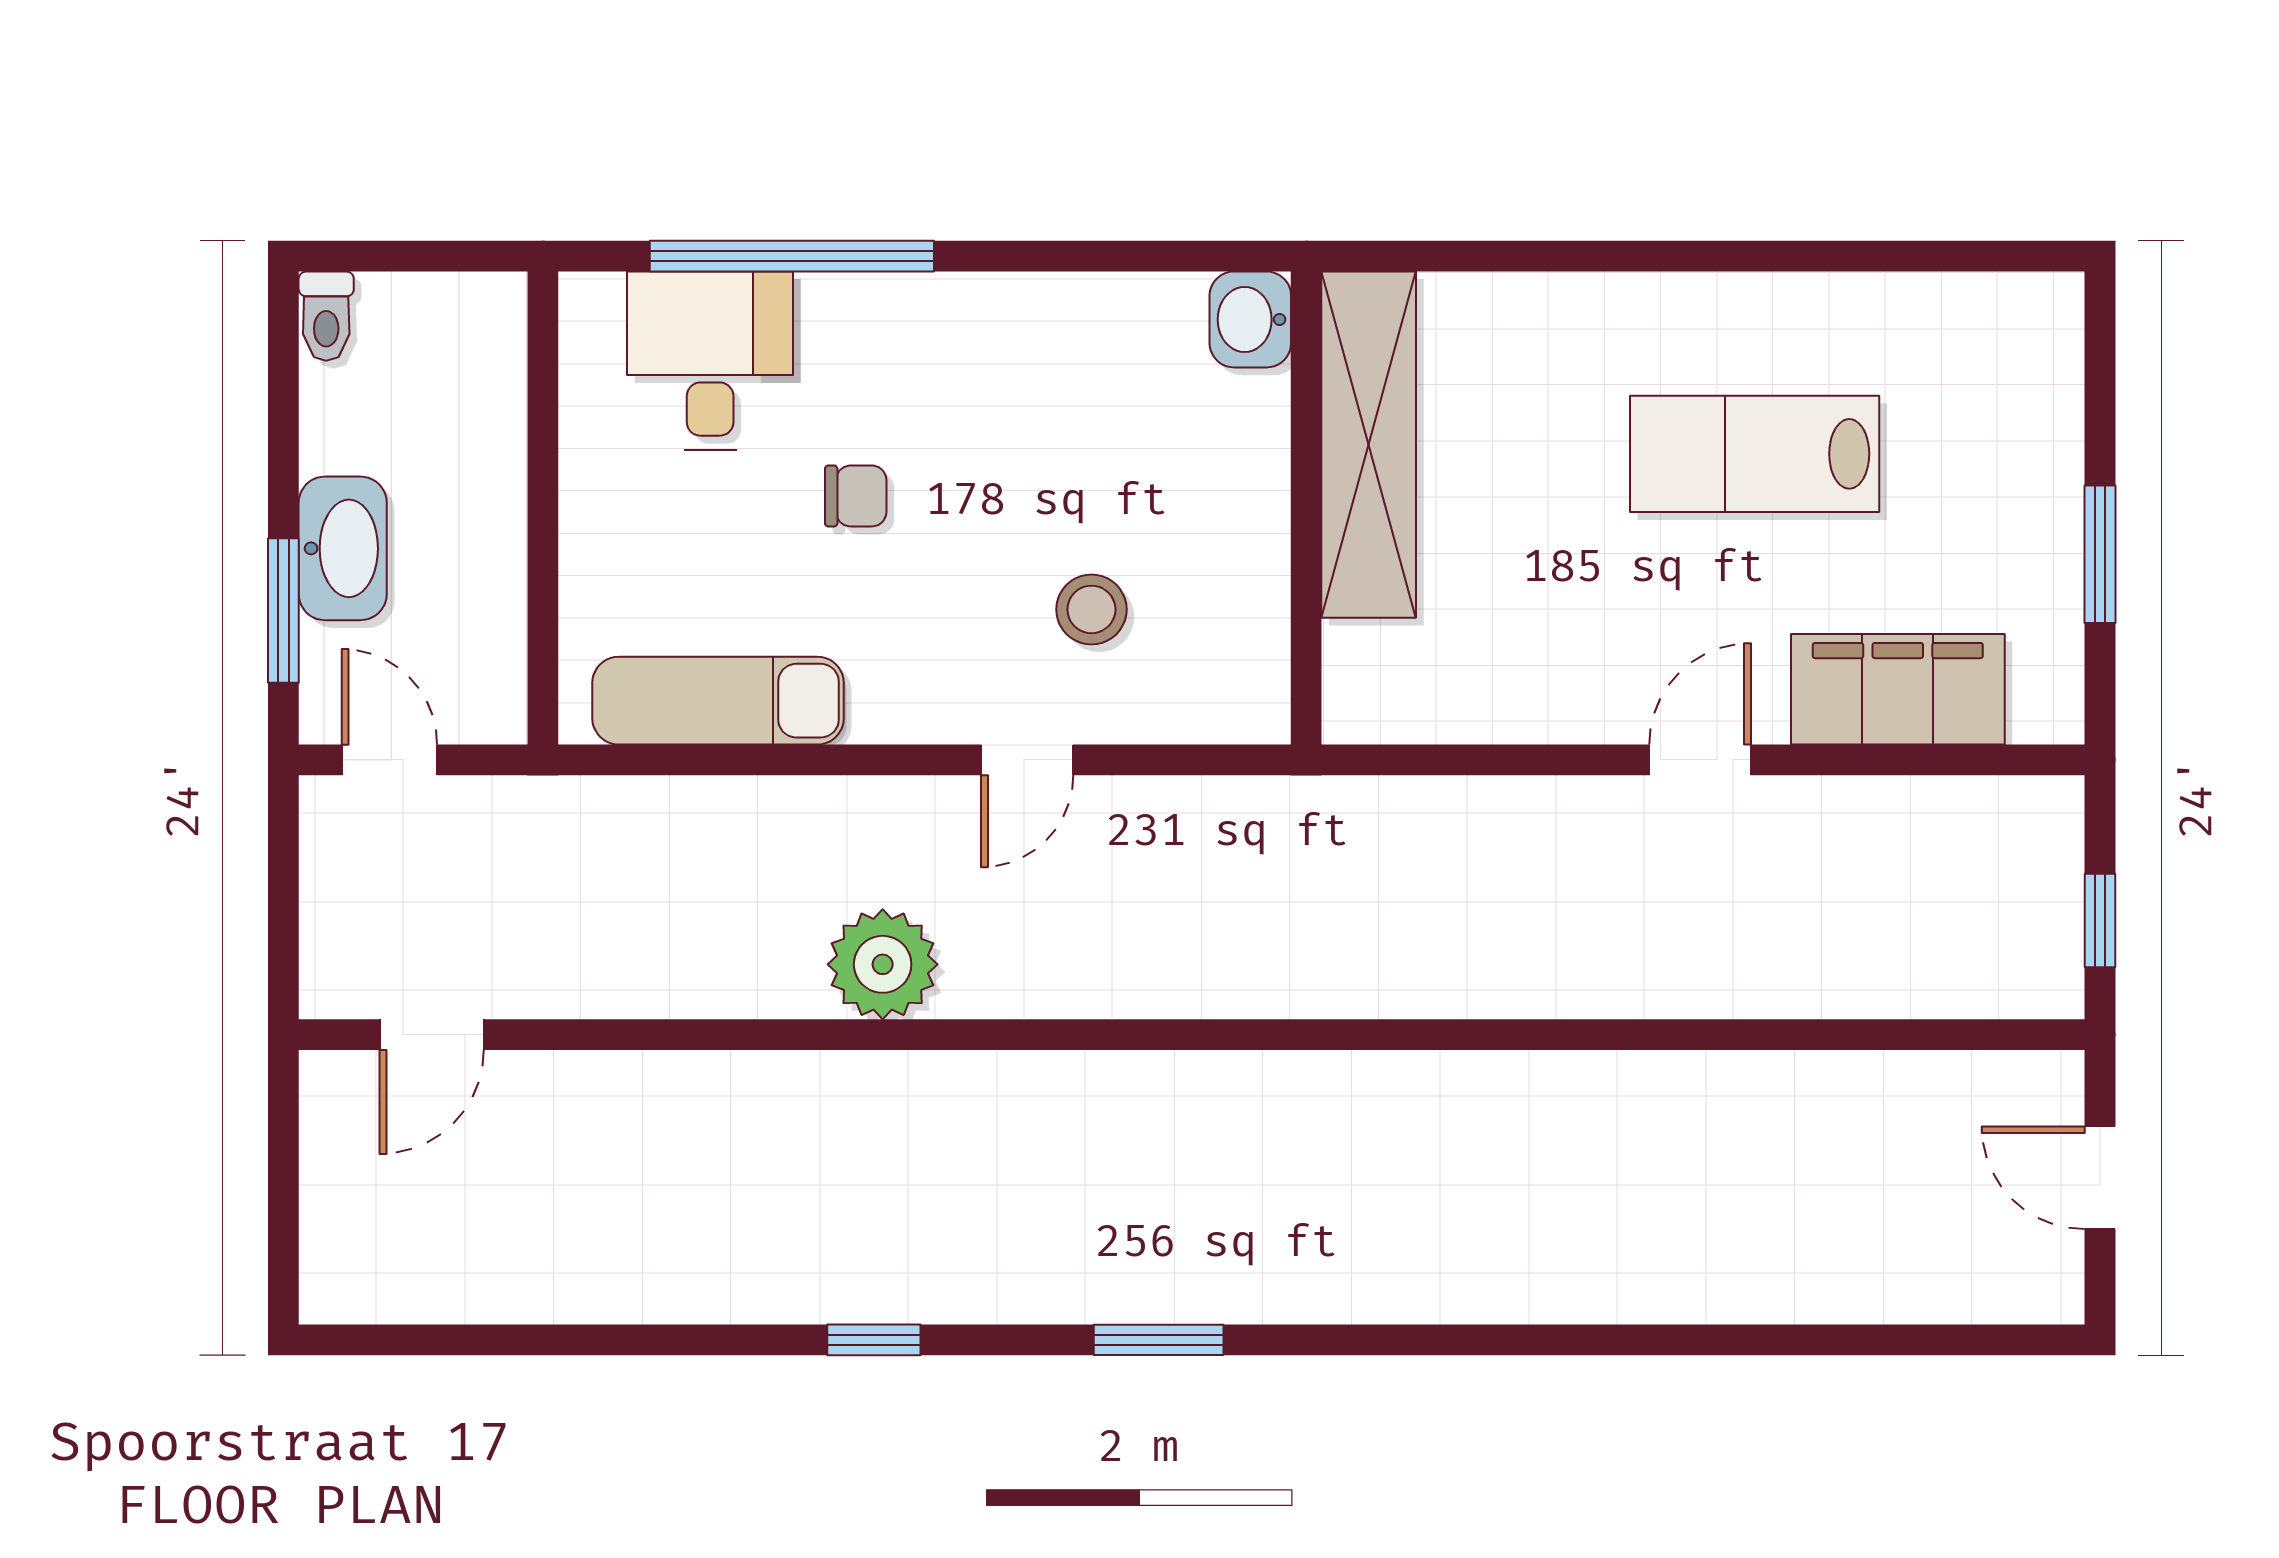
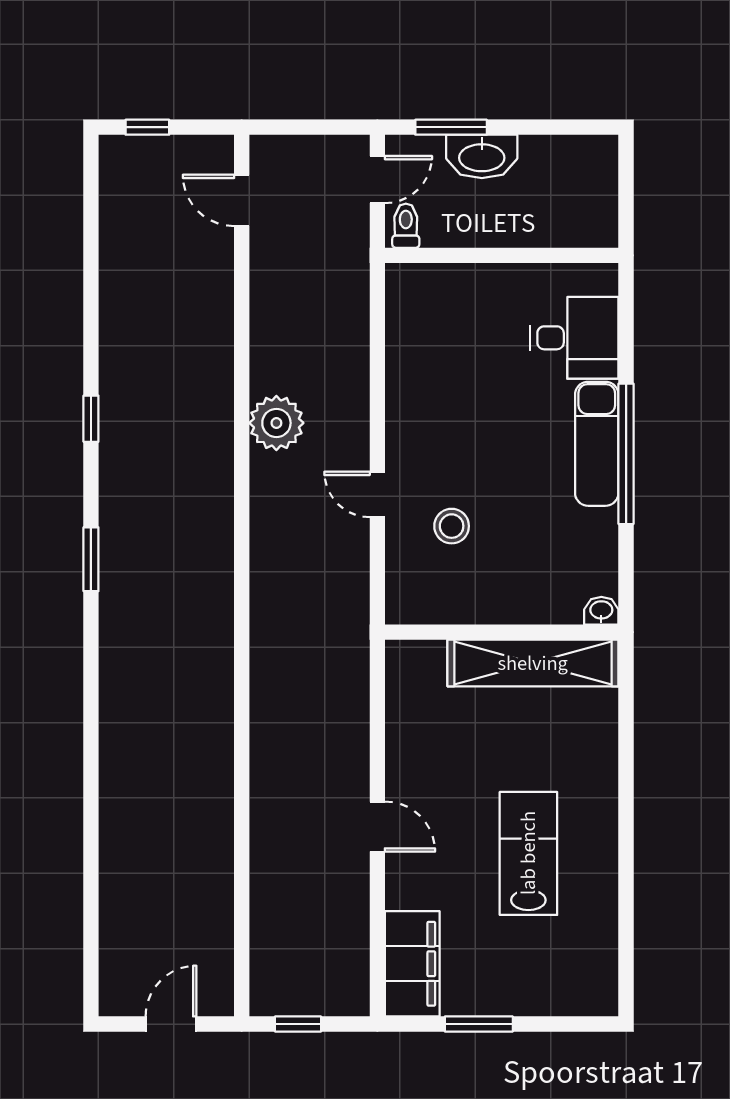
window: (792, 256) -> (626, 454), moved
toilet: (326, 316) -> (406, 226), moved, turned 90
washbasin: (1250, 319) -> (601, 611), width x0.72, depth x0.69
chair: (856, 496) -> (508, 410), removed
filing cabinet: (1898, 689) -> (412, 964), moved
exam couch: (718, 701) -> (597, 444), moved, turned 180
window: (283, 1226) -> (147, 127), added

